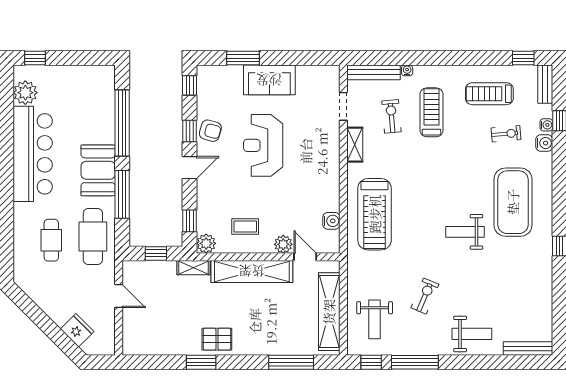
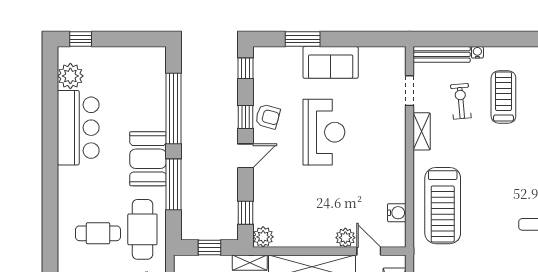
reception desk: (263, 145) -> (324, 132), turned 180
bar counter: (33, 154) -> (78, 128), width x0.73
coffee table: (245, 226) -> (305, 219), removed
cafe table: (51, 240) -> (98, 233), turned 90

